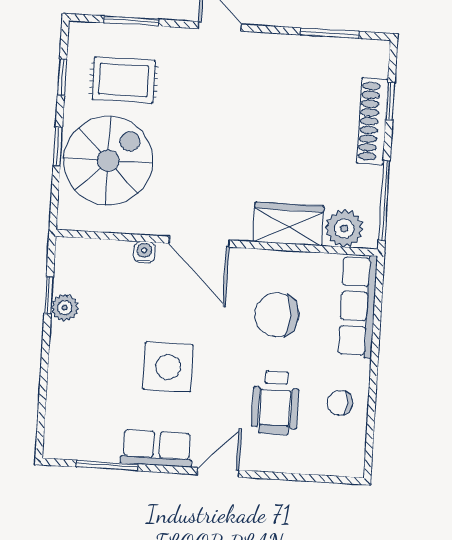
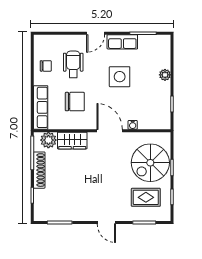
shoe rack: (373, 121) -> (39, 170), moved
plant: (65, 308) -> (165, 75), moved

